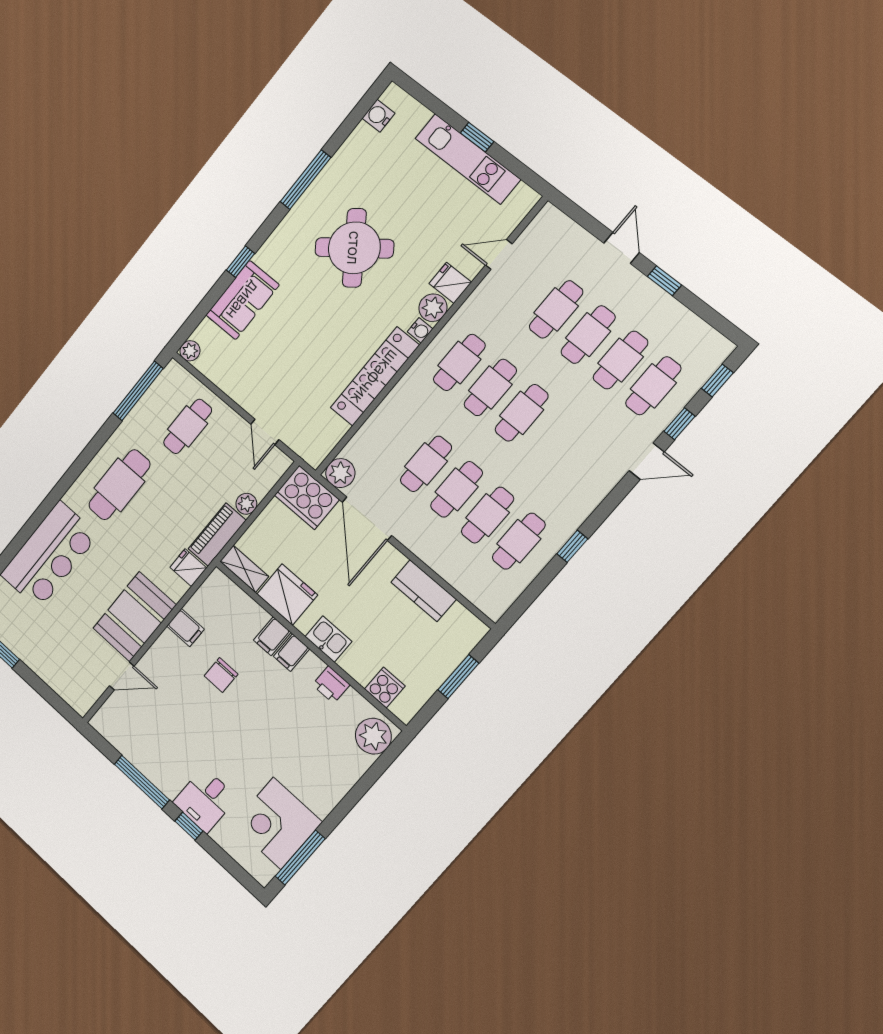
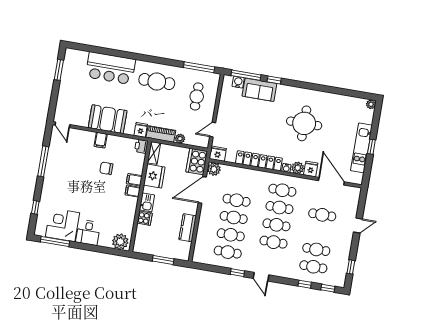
water cooler: (378, 116) -> (238, 82), moved
window: (305, 180) -> (246, 75), moved
round table: (354, 248) -> (304, 123), turned 36
door: (499, 254) -> (331, 181), width x1.87
window: (664, 281) -> (351, 267), moved
cafe table: (588, 335) -> (274, 242), moved
plant: (190, 351) -> (371, 104), moved
cafe table: (188, 426) -> (197, 96), turned 90
fridge: (315, 449) -> (218, 154), added
door: (647, 461) -> (261, 277), moved
filing cabinet: (185, 628) -> (101, 140), moved
door: (122, 676) -> (62, 125), moved
printer: (331, 685) -> (141, 146), moved
cooker: (385, 687) -> (145, 218), moved
desk: (205, 800) -> (88, 232), moved, turned -90
window: (189, 826) -> (35, 207), moved

